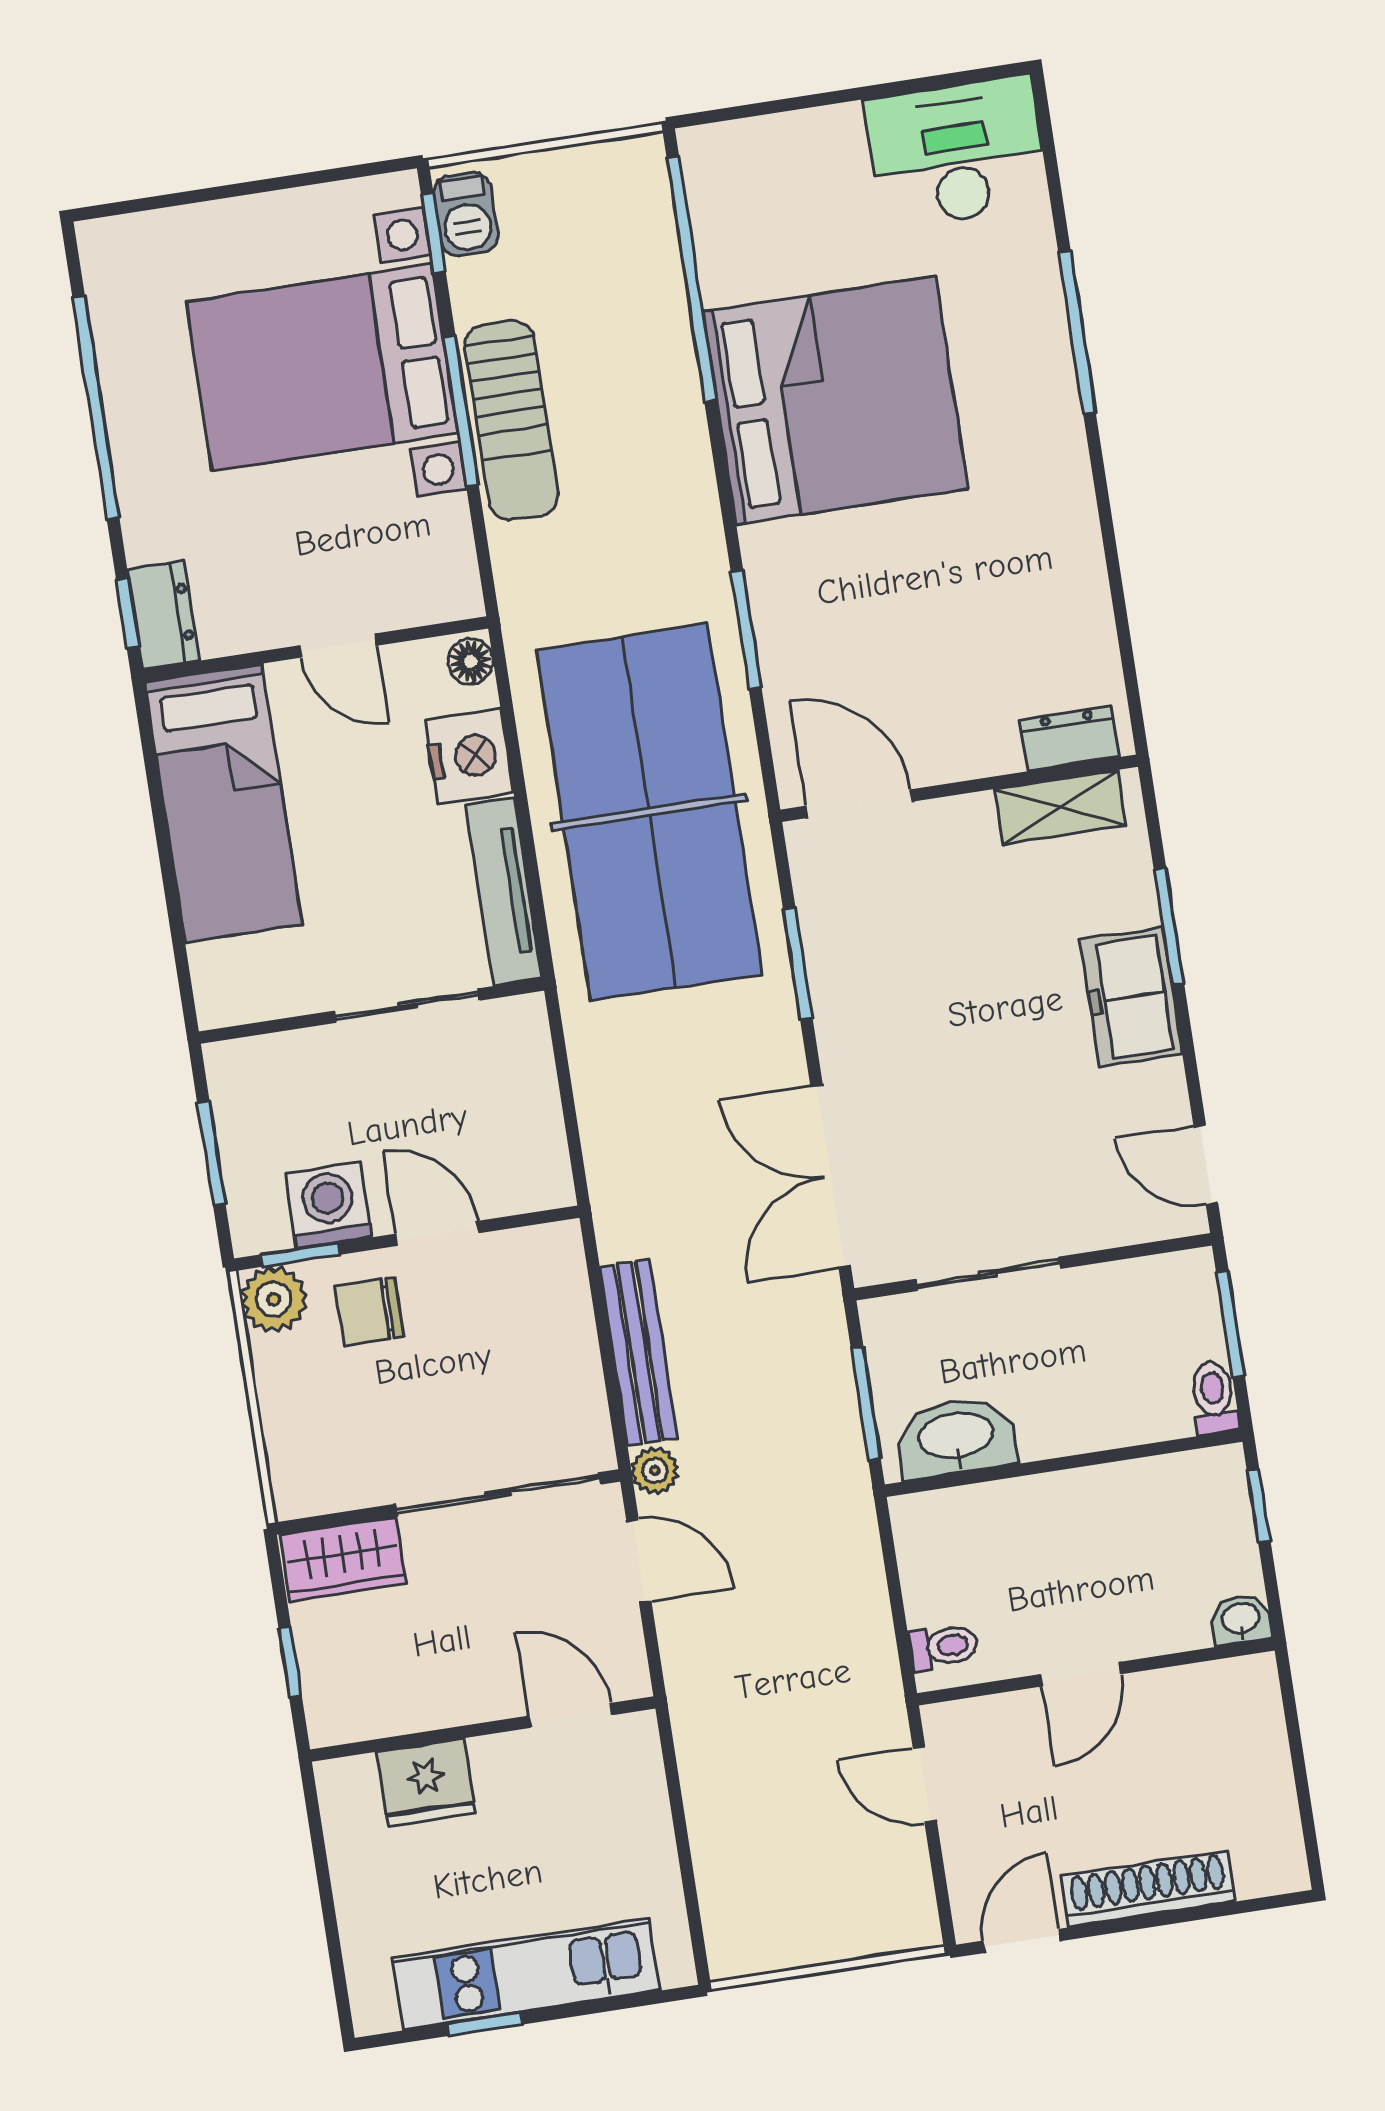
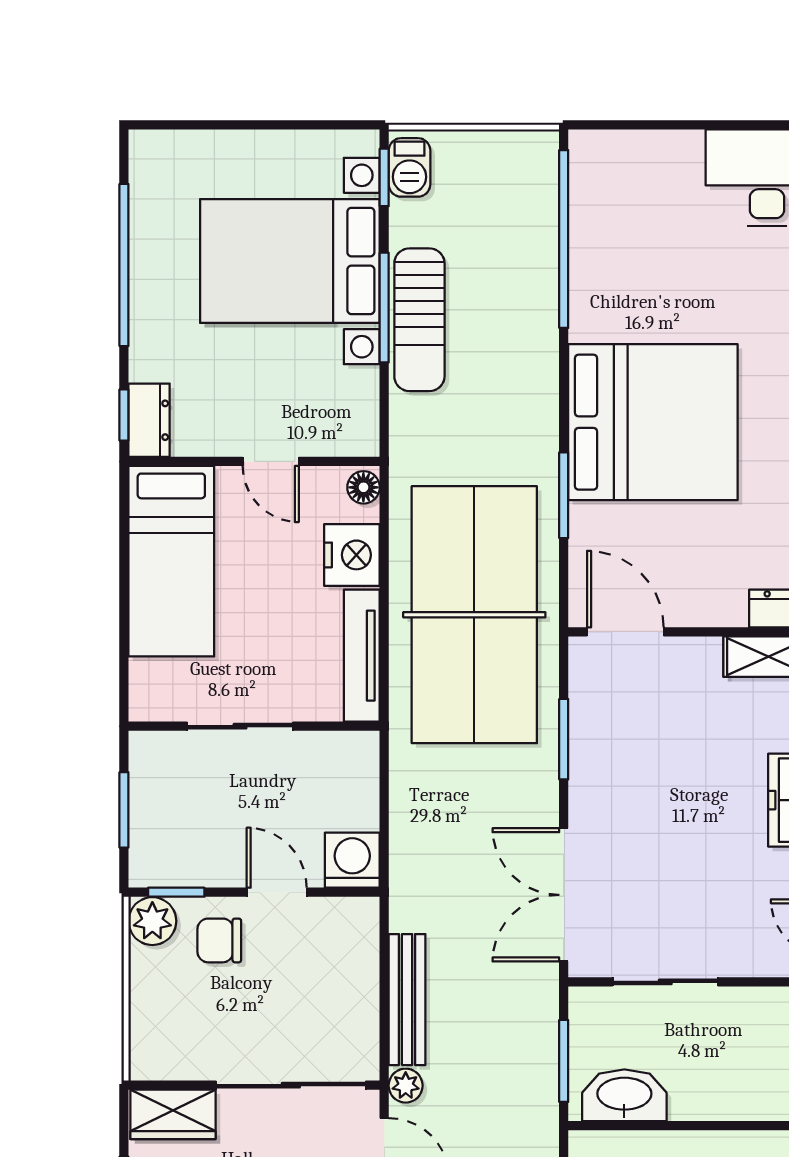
bed: (835, 400) -> (653, 422), moved
sliding door: (407, 1006) -> (240, 726), moved
washing machine: (329, 1205) -> (352, 860), moved

